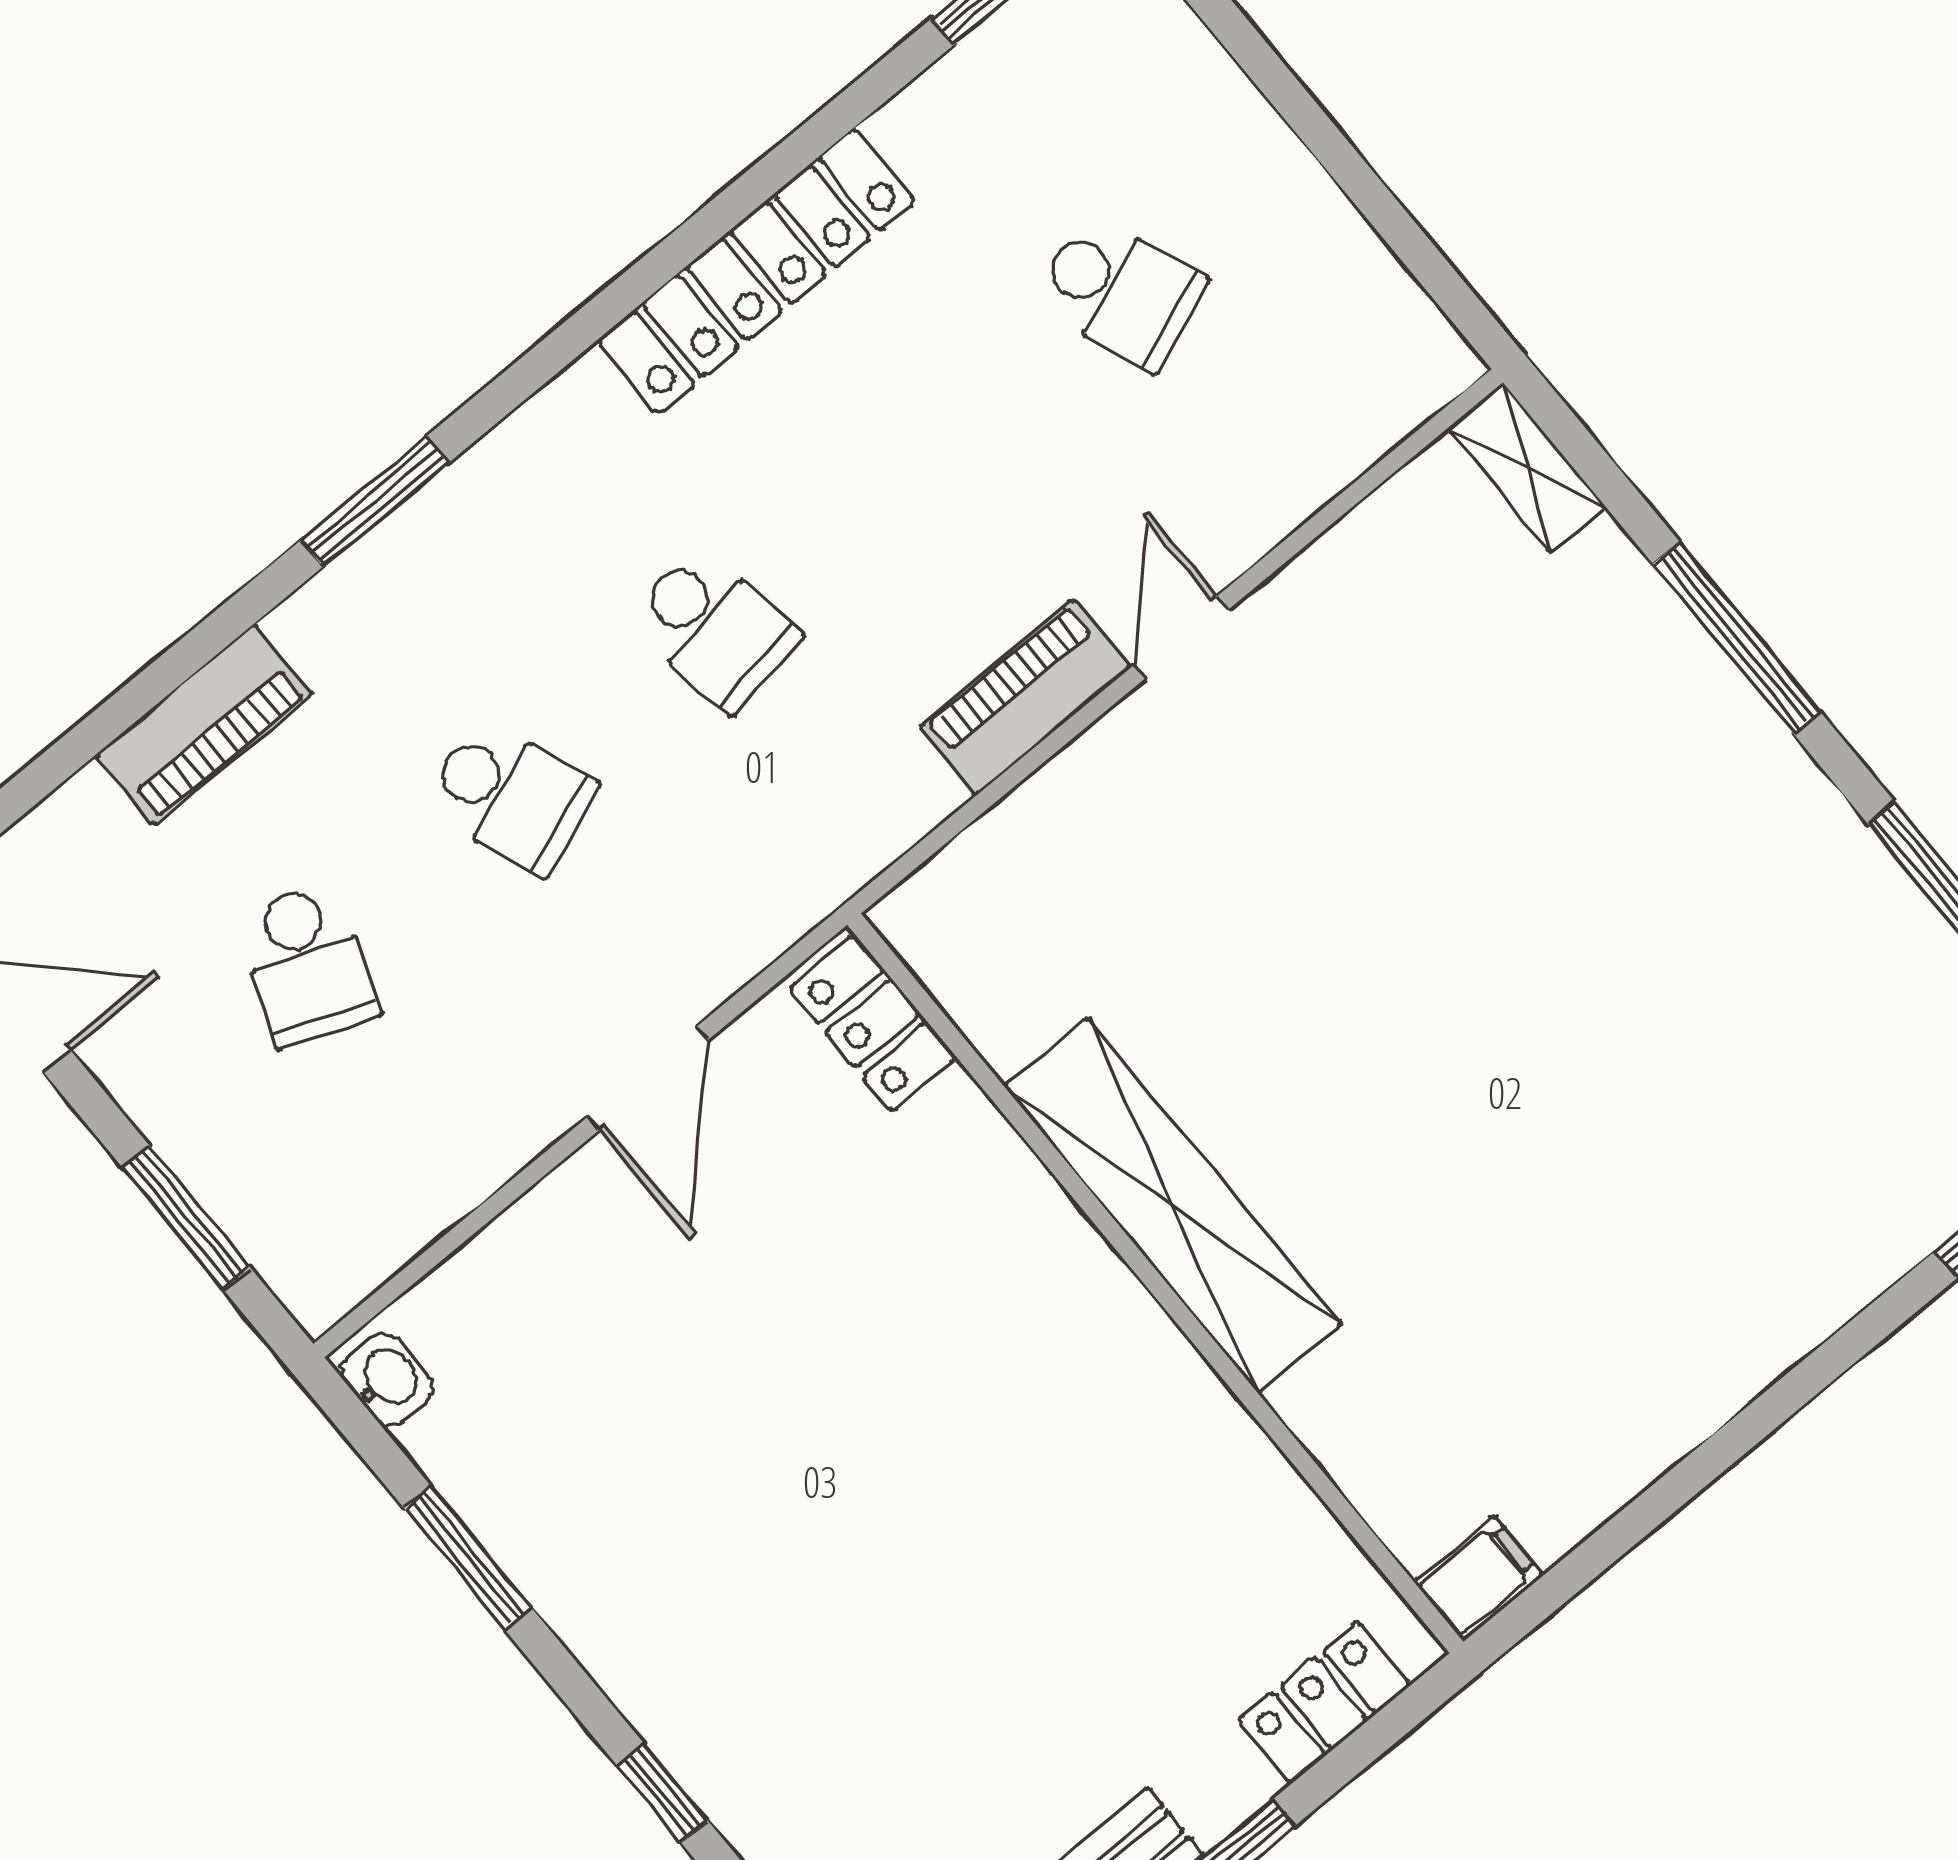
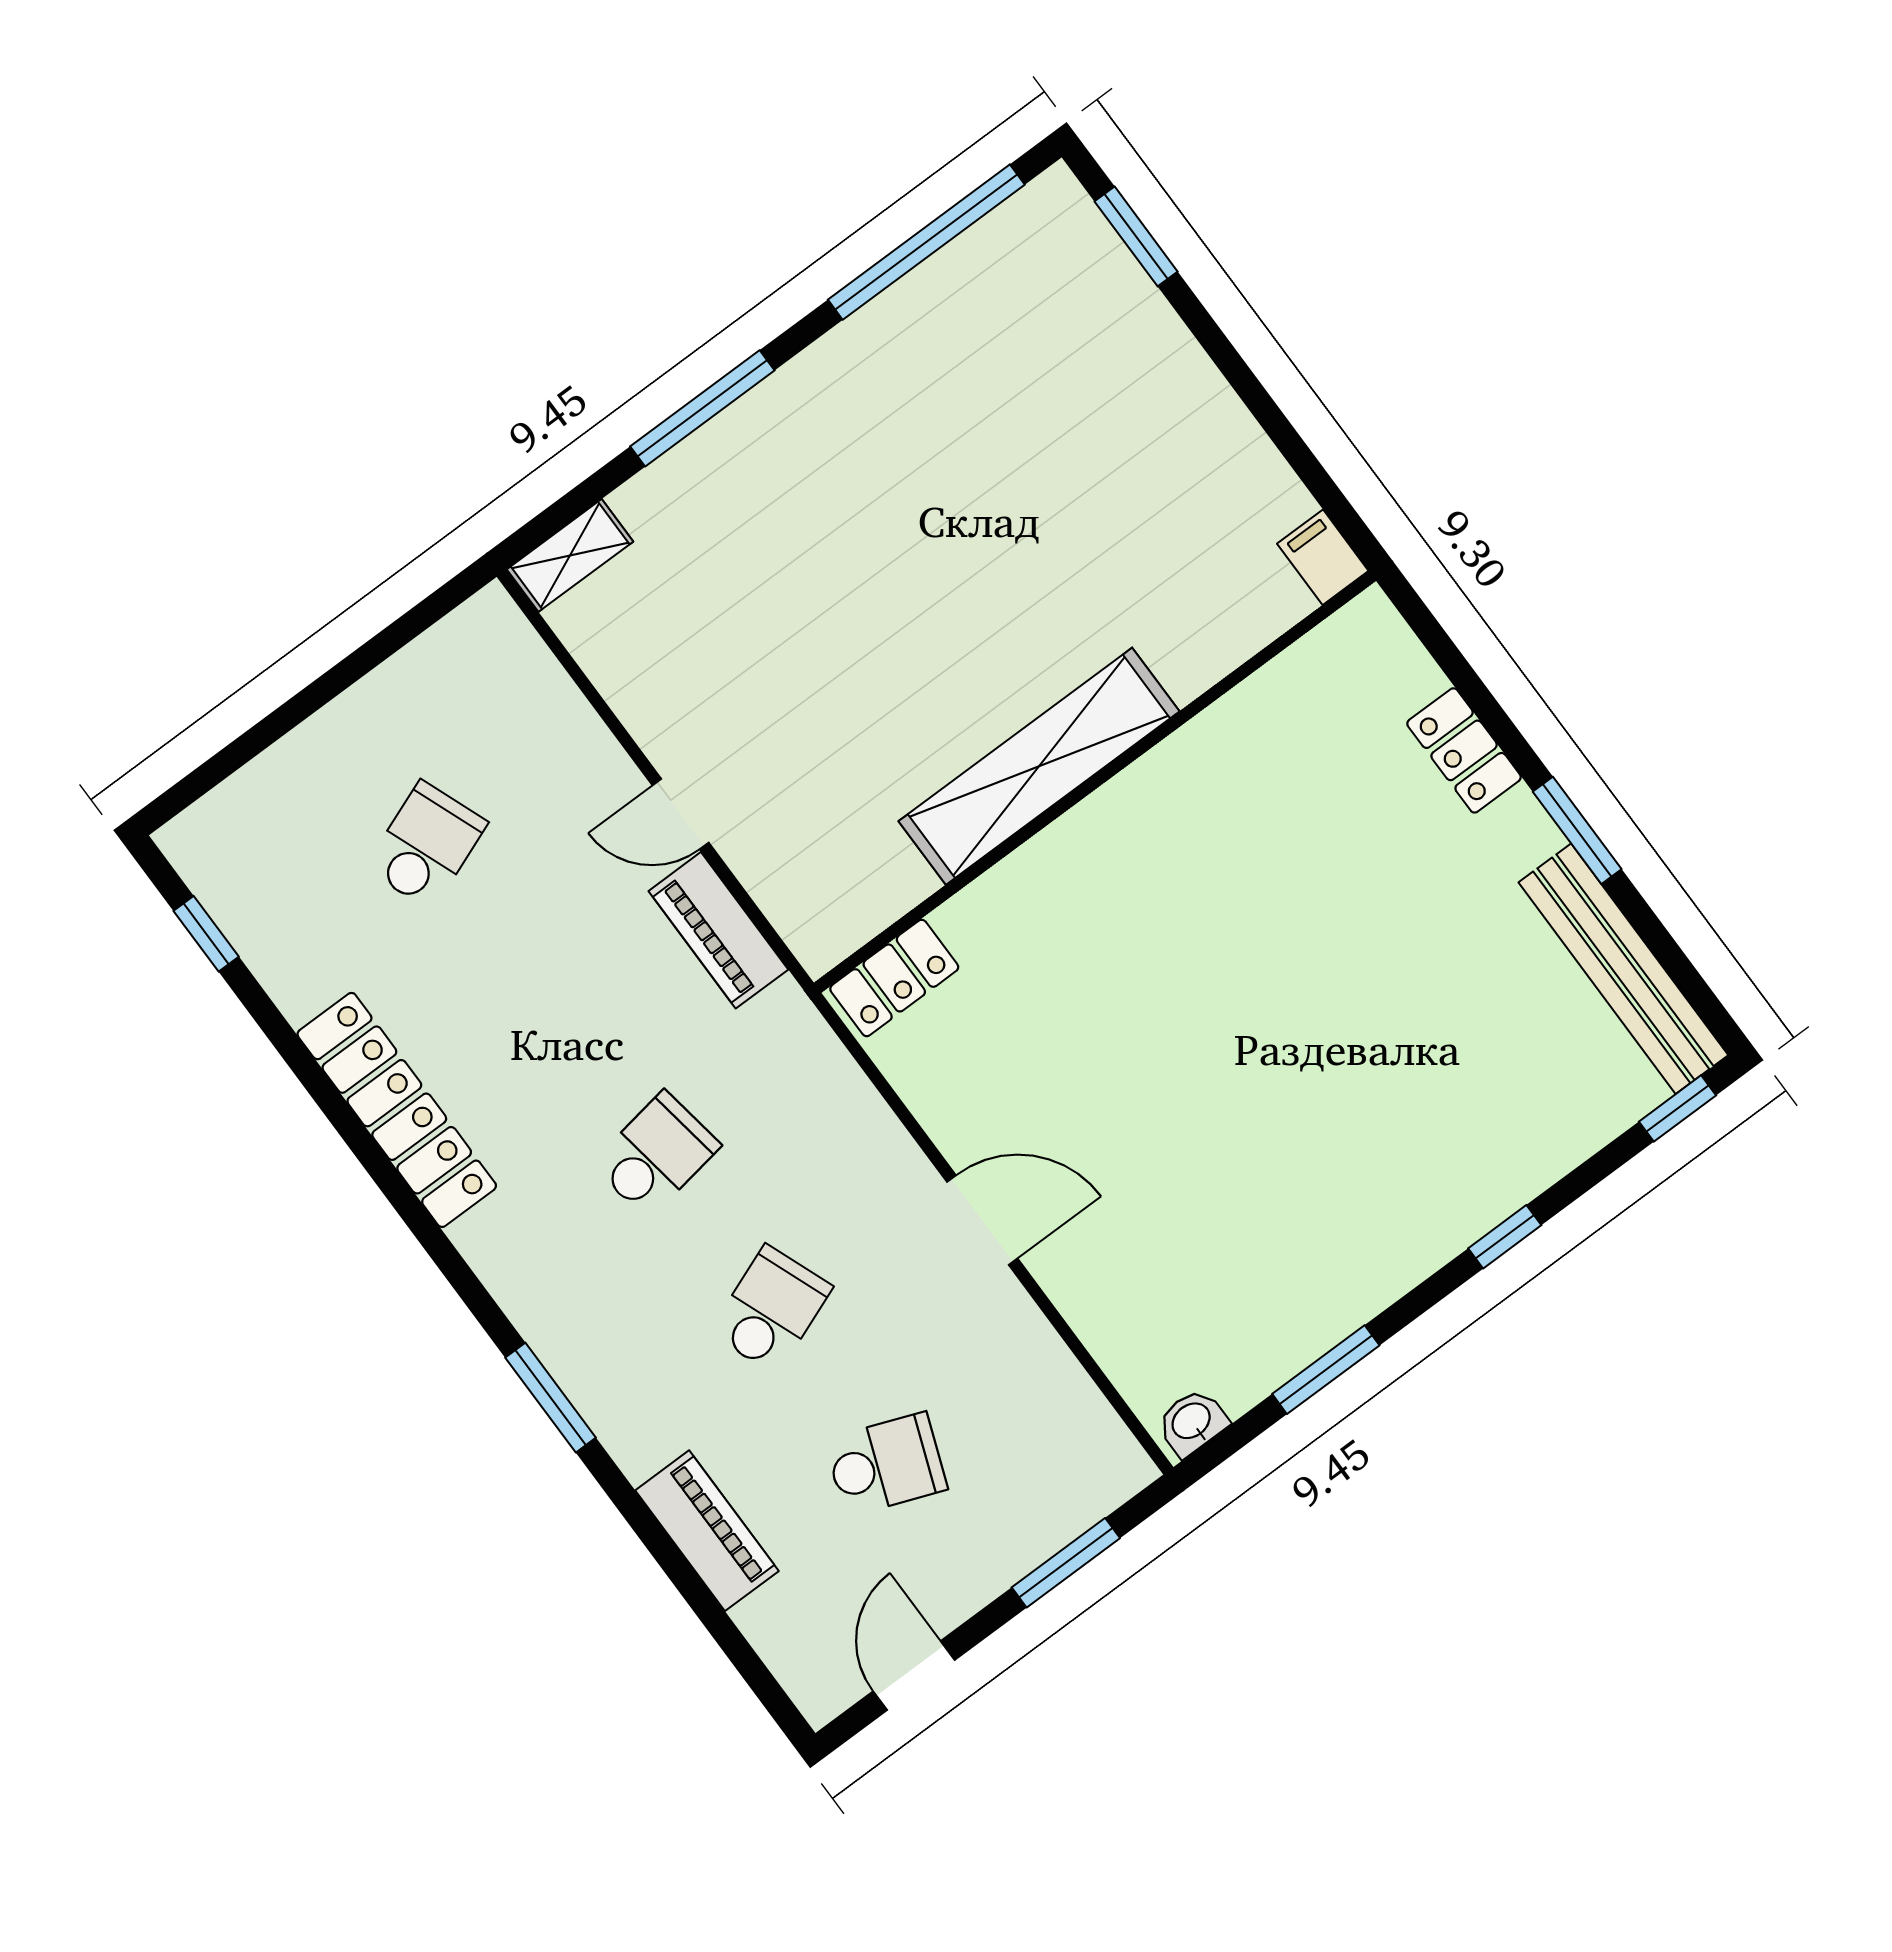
locker: (873, 1023) -> (894, 978), moved
shelving: (1173, 1206) -> (1039, 766), moved
wall: (1155, 1283) -> (1095, 782), moved
filing cabinet: (1478, 1578) -> (1323, 557), moved

